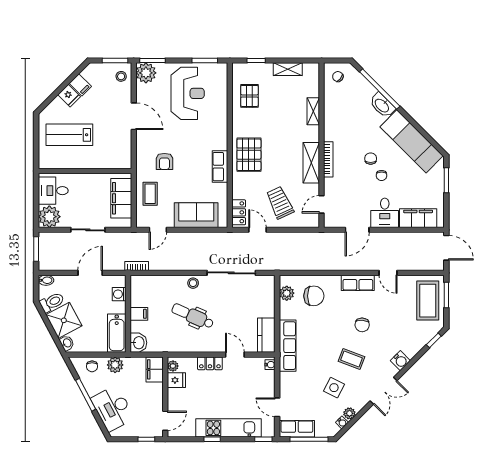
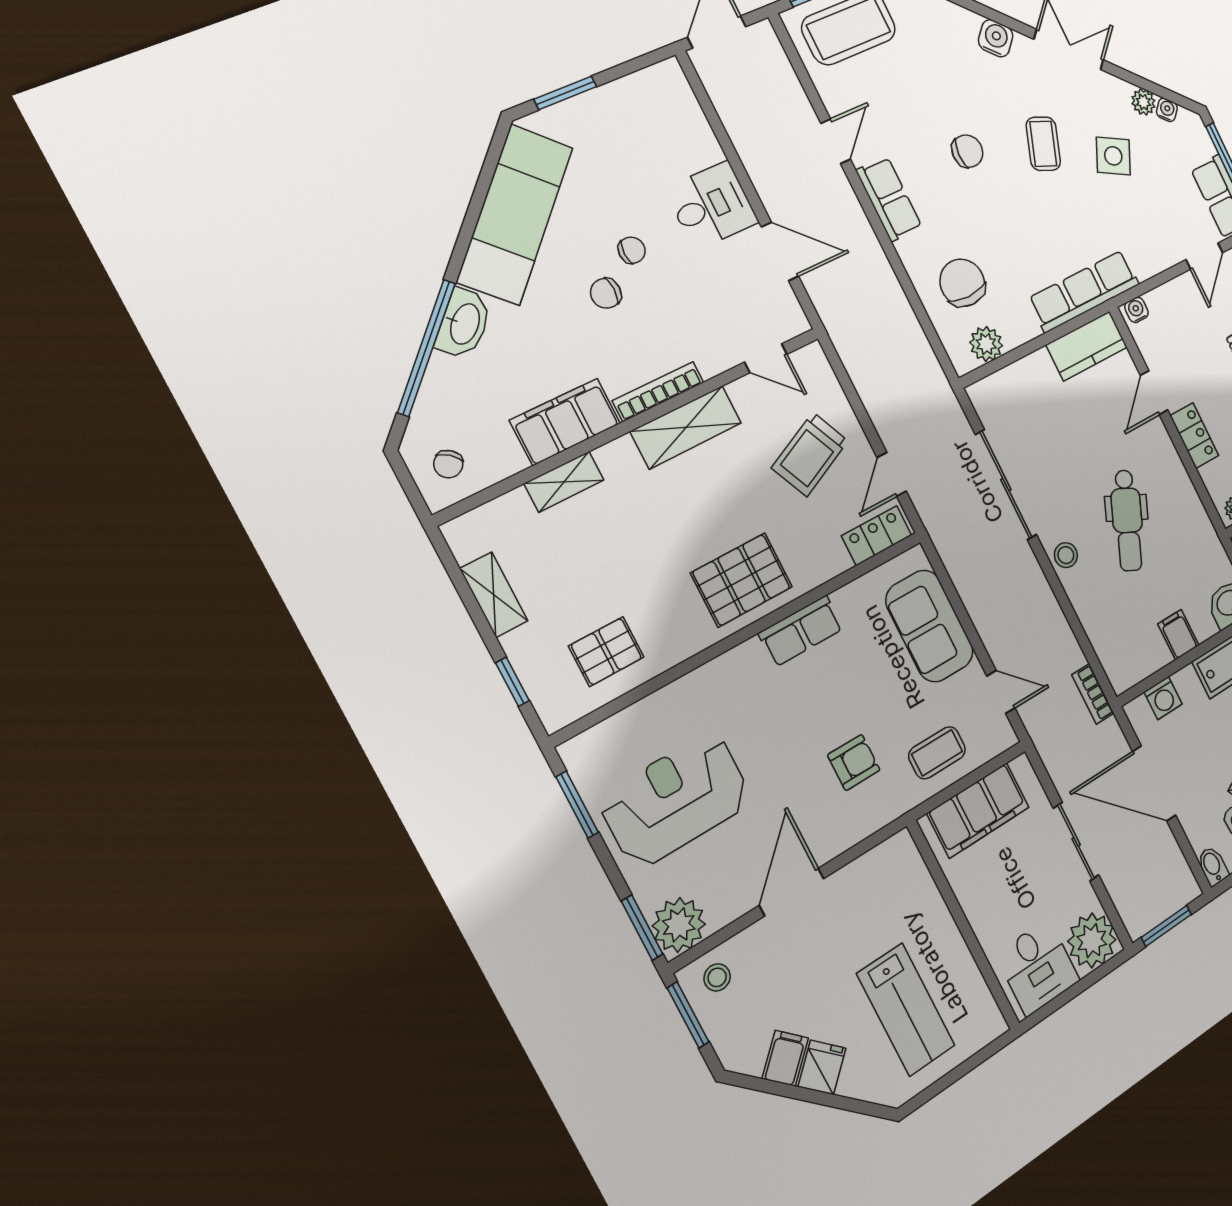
filing cabinet: (418, 218) -> (565, 422), moved, turned 90
door: (90, 273) -> (1154, 783), width x1.36

